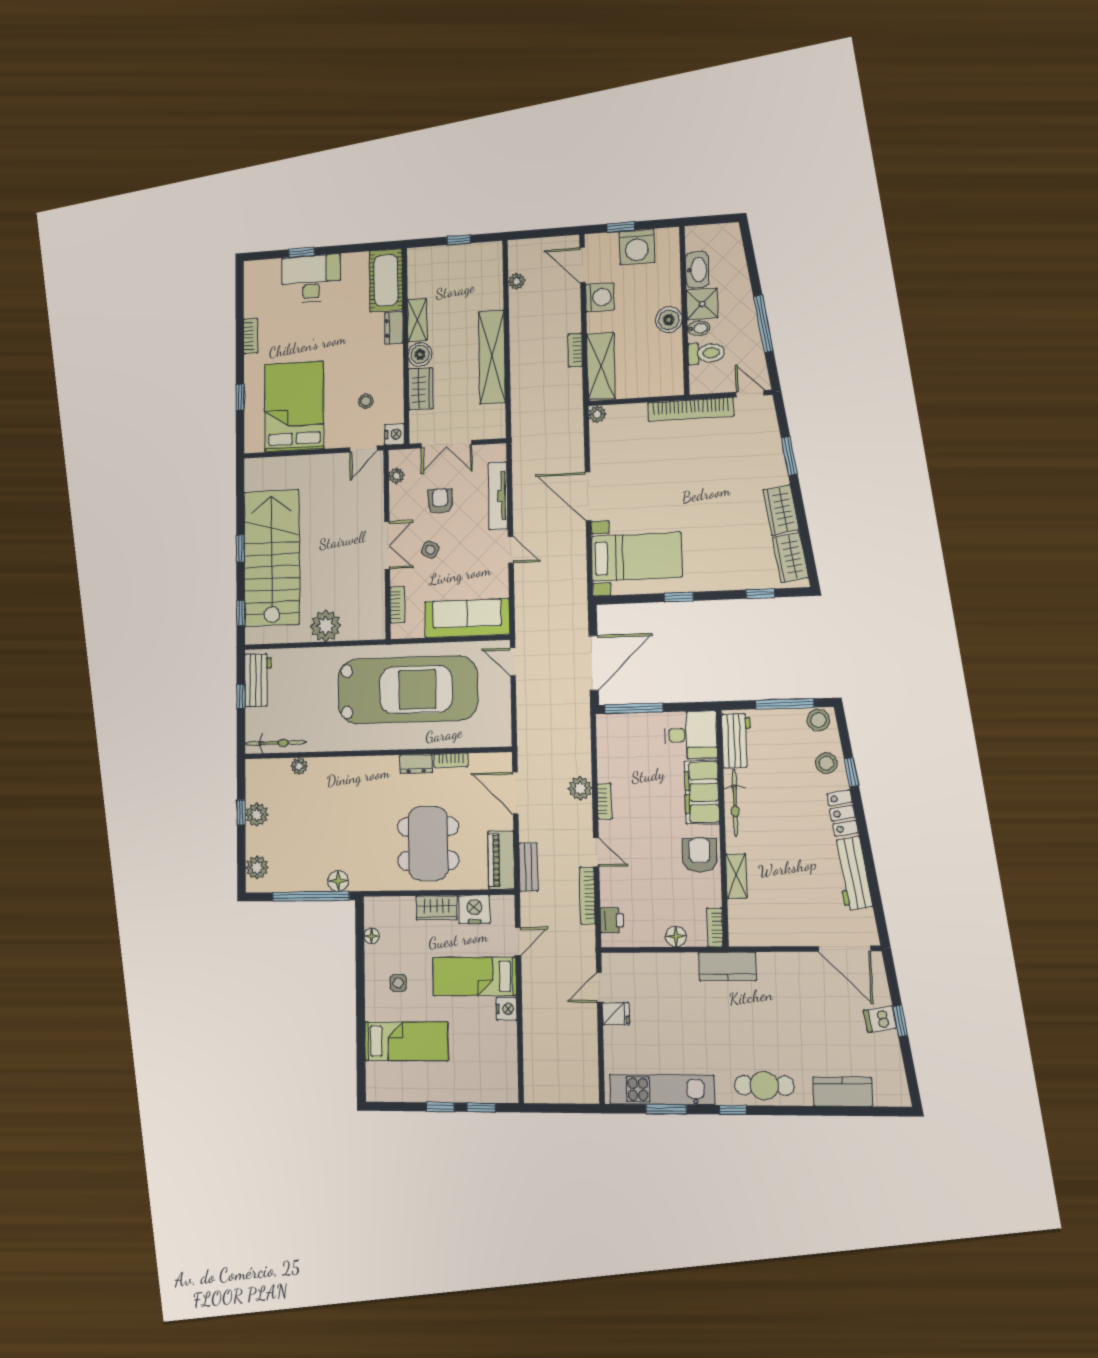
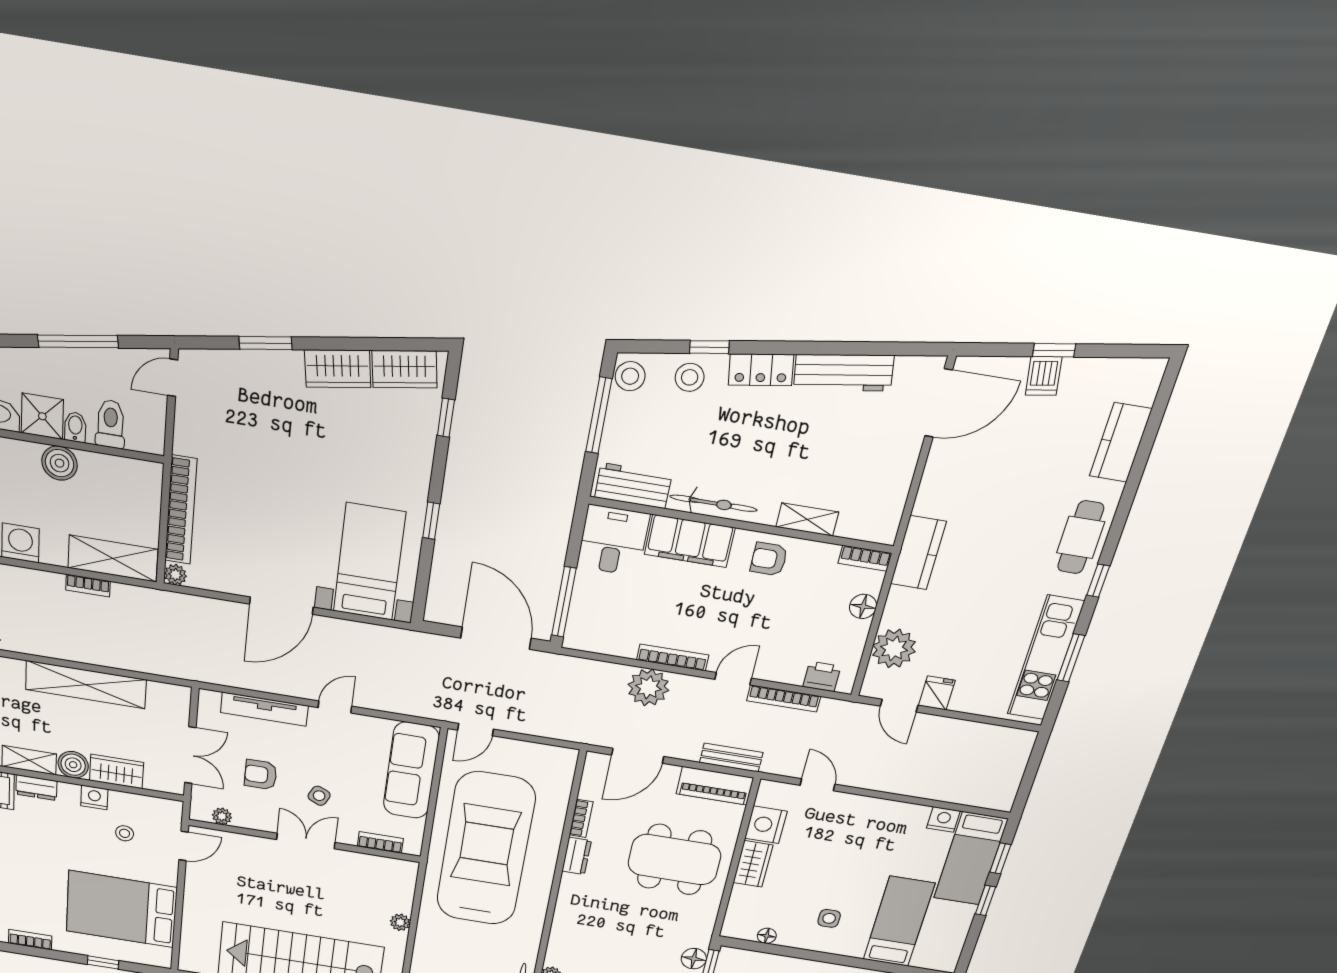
bookcase: (691, 409) -> (181, 510), moved
nightstand: (395, 434) -> (94, 797), moved
door: (363, 449) -> (184, 846), hinge flipped
plant: (326, 626) -> (400, 922), width x0.53, depth x0.53
plant: (580, 788) -> (648, 687), width x1.36, depth x1.36
bookcase: (605, 801) -> (673, 657), width x1.56
armchair: (700, 855) -> (769, 559), width x0.72, depth x0.72
plant: (646, 970) -> (894, 649), added
bed: (475, 976) -> (971, 859), moved
nightstand: (506, 1009) -> (943, 819), moved

